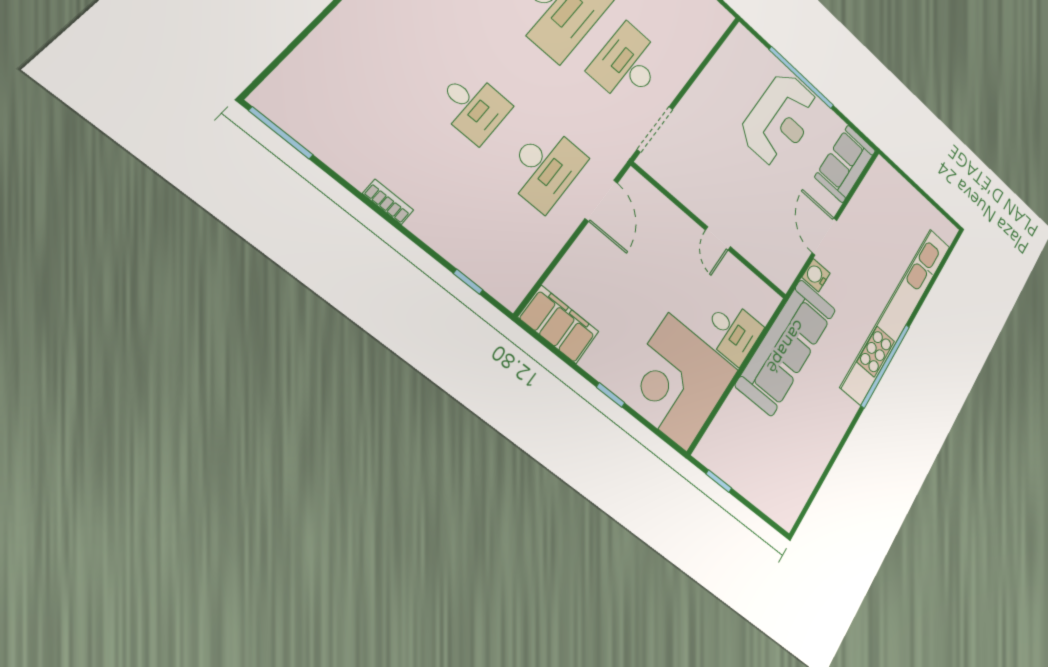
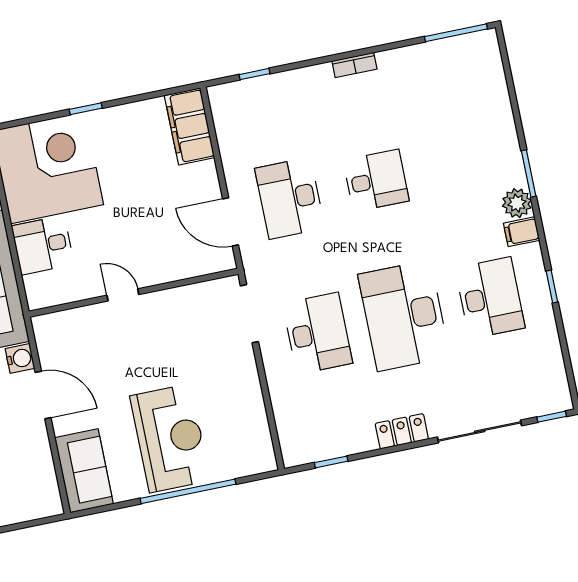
desk: (473, 107) -> (376, 181), turned 180
reception desk: (780, 119) -> (170, 438), turned 180
filing cabinet: (559, 324) -> (189, 126), moved, turned 90

